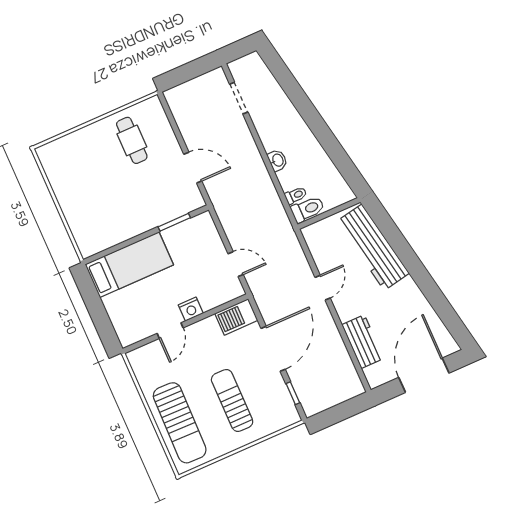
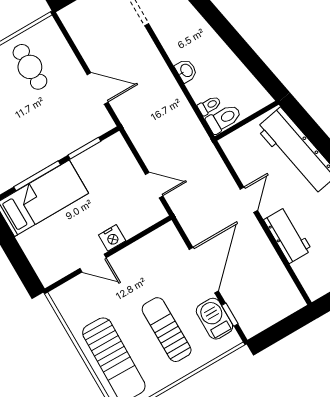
window: (127, 243) -> (37, 176), added
barbecue: (236, 317) -> (214, 319), moved, turned 90
door: (170, 331) -> (93, 263), hinge flipped
workbench: (363, 342) -> (288, 235), moved

